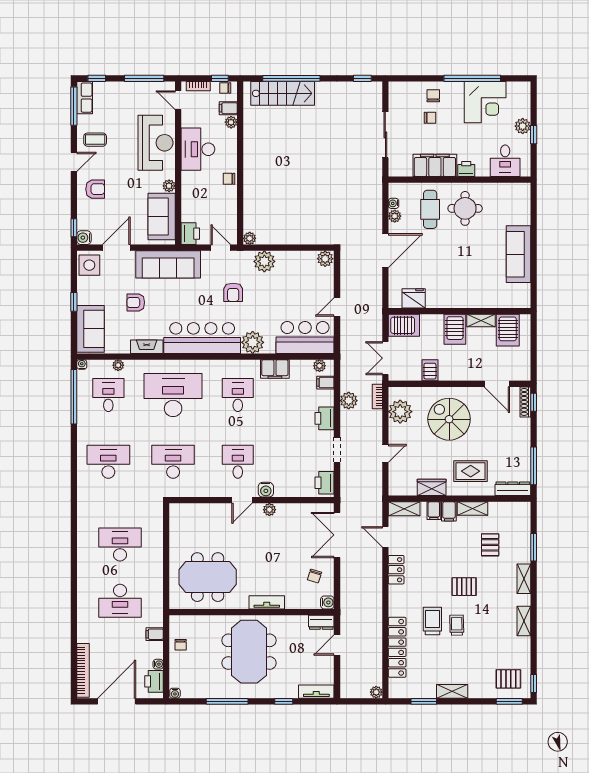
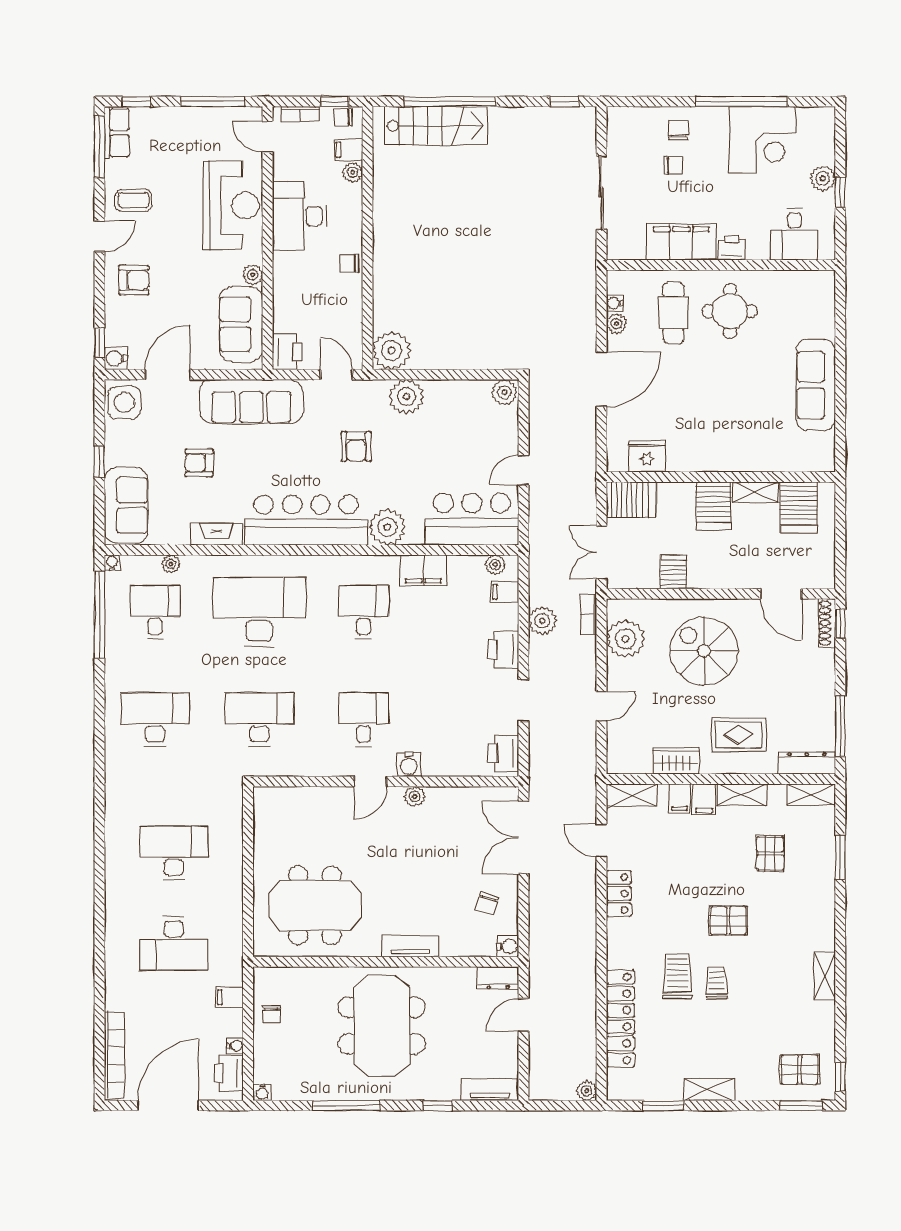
plant: (250, 238) -> (392, 350), width x1.88, depth x1.88
shelving: (524, 579) -> (811, 795), moved, turned 90

